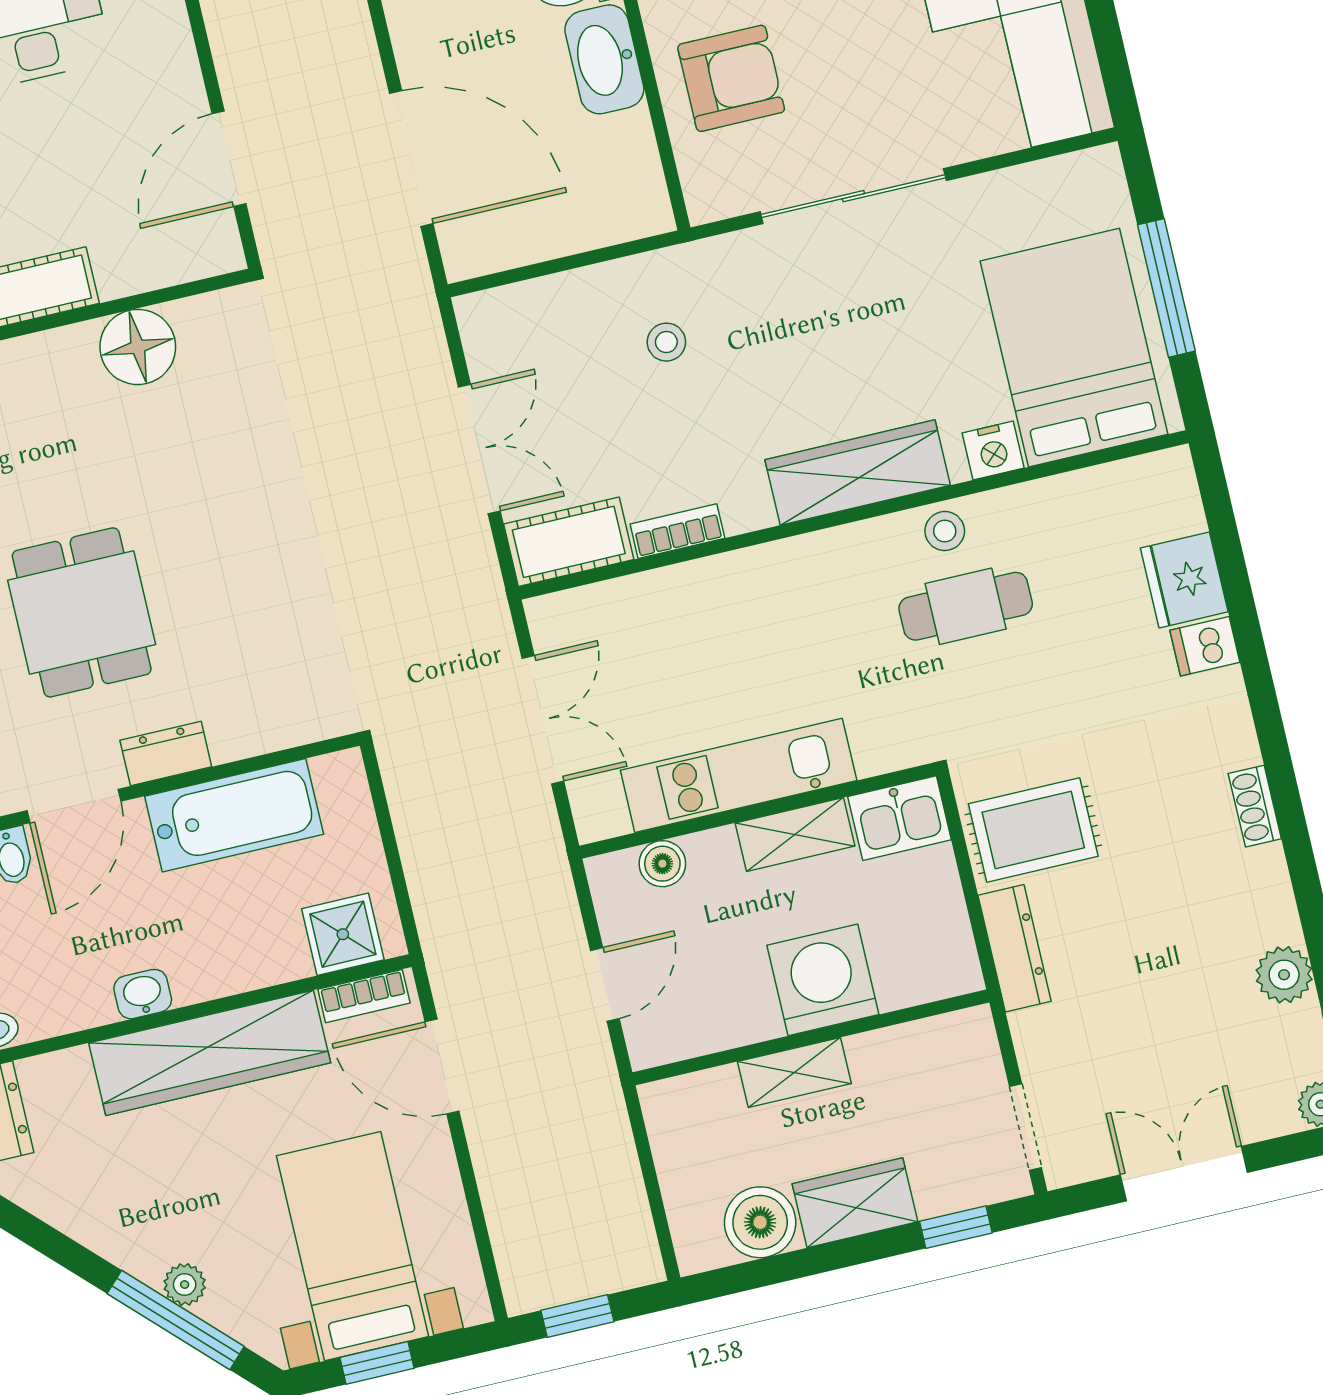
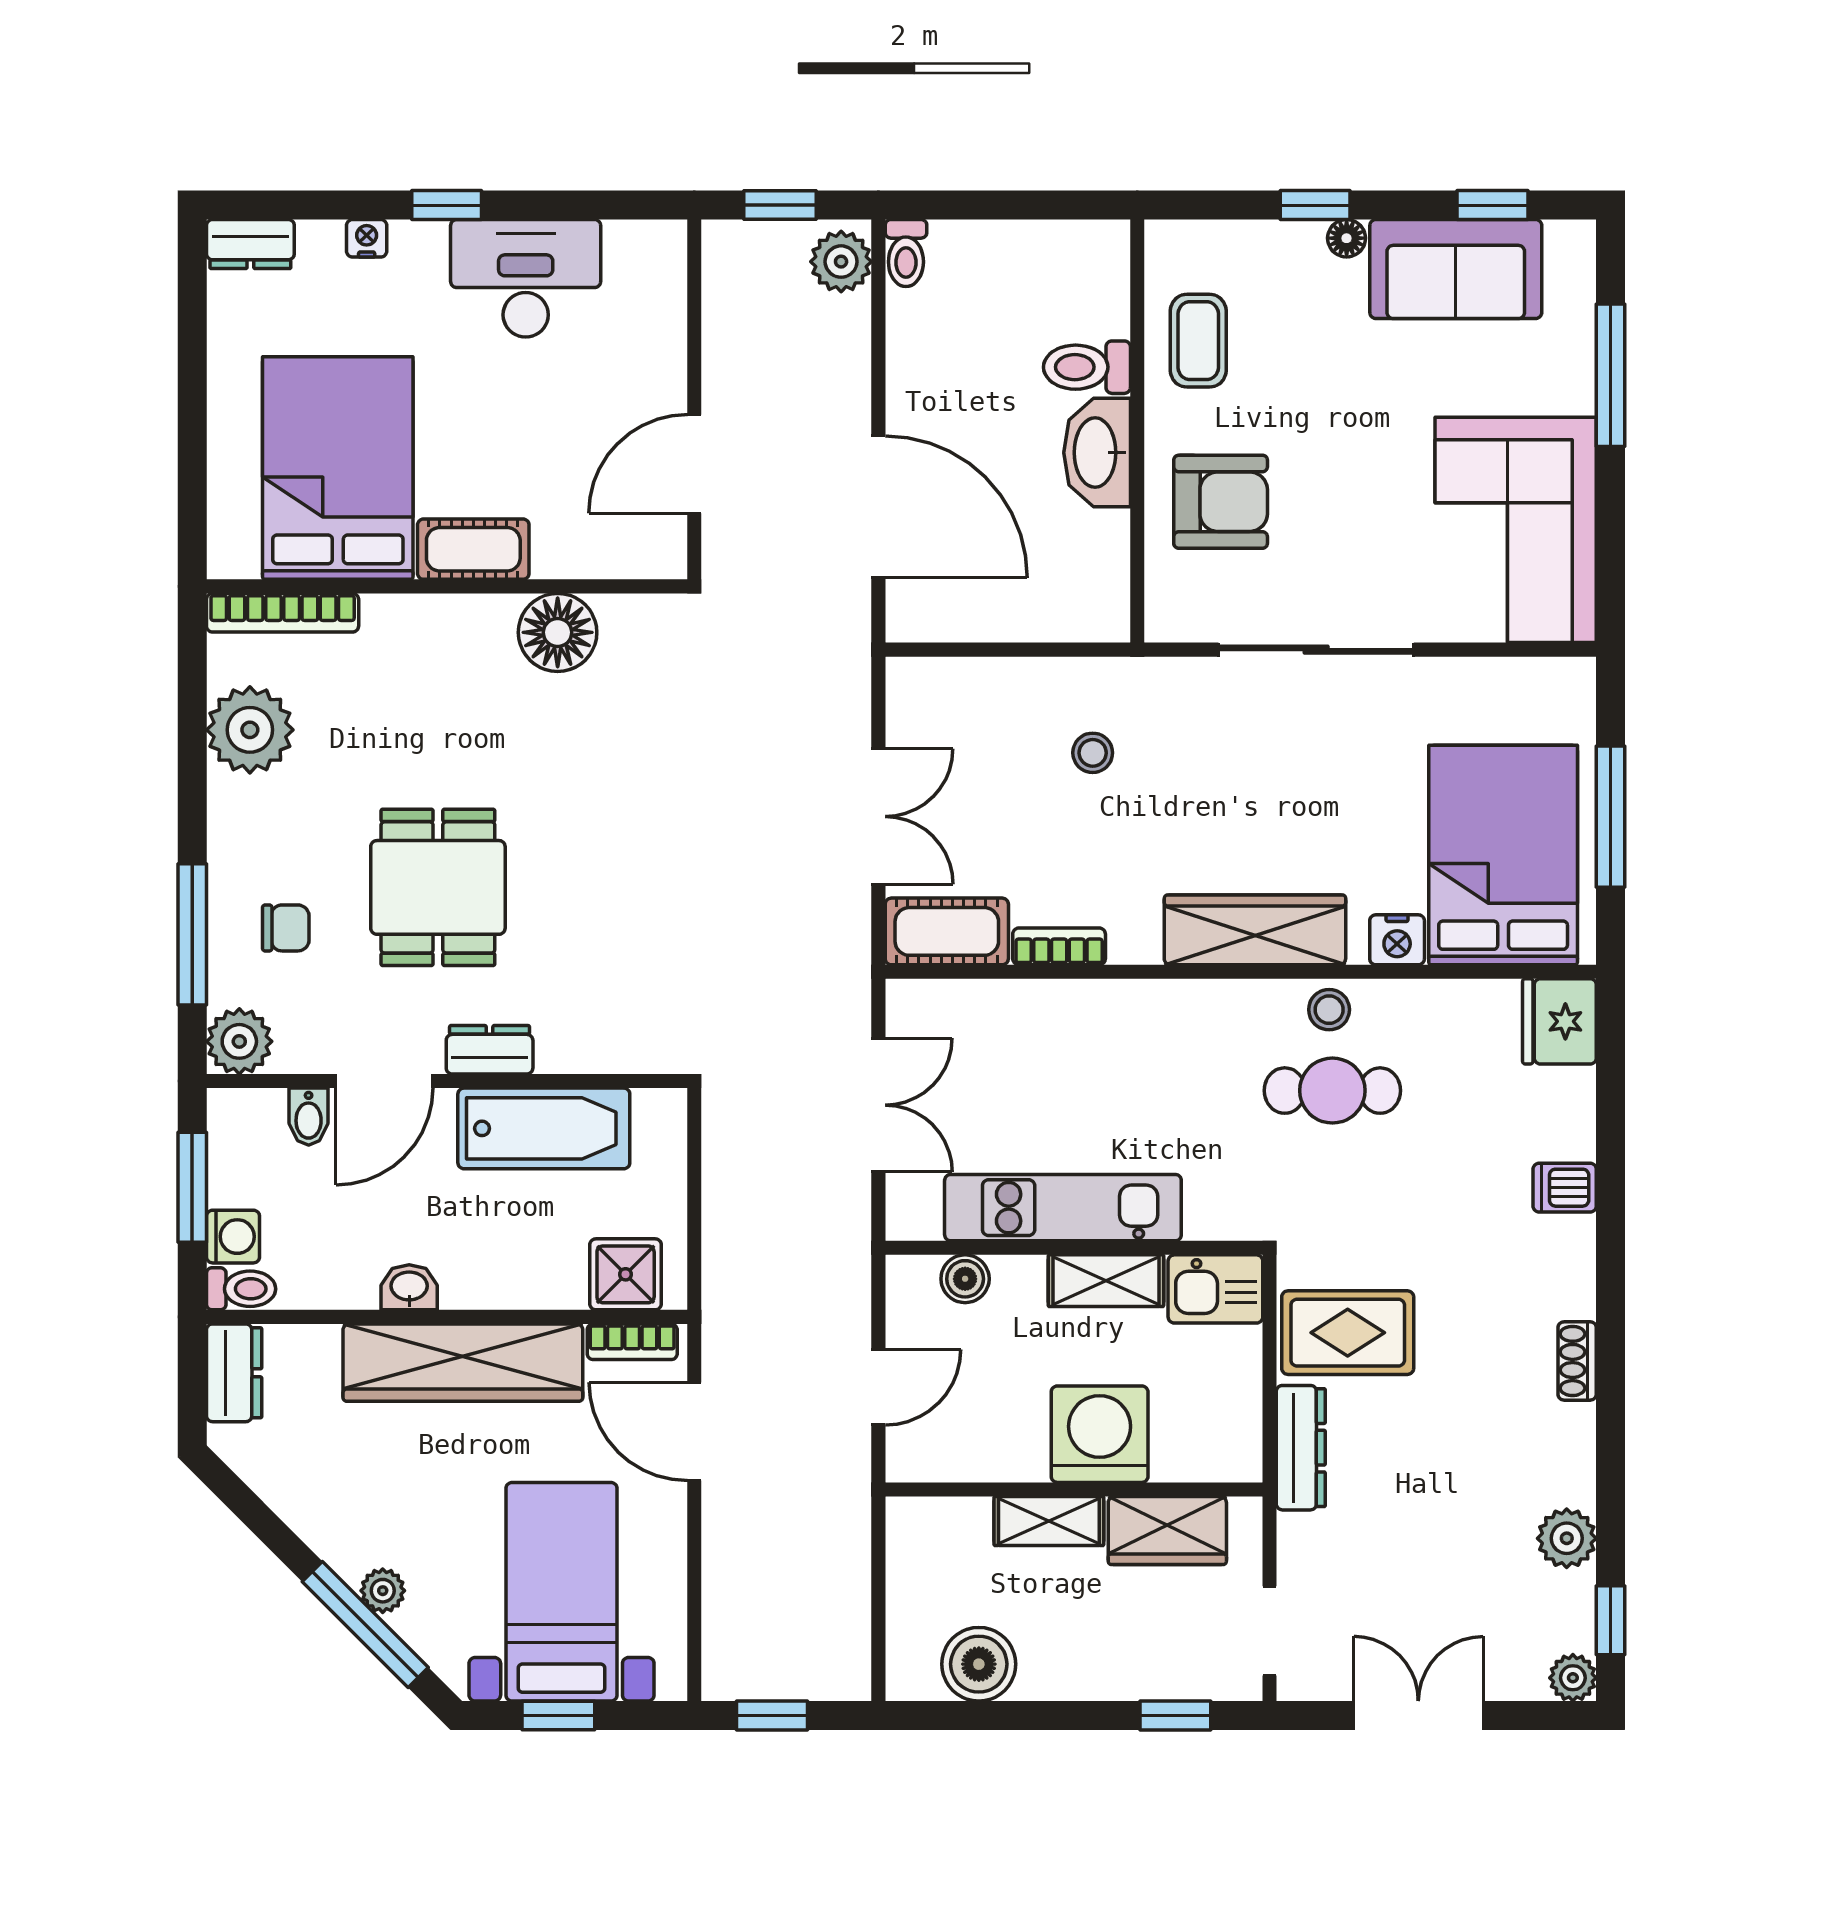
fridge: (1184, 580) -> (1559, 1021), moved
wardrobe: (855, 1203) -> (1167, 1531), moved, turned 180

